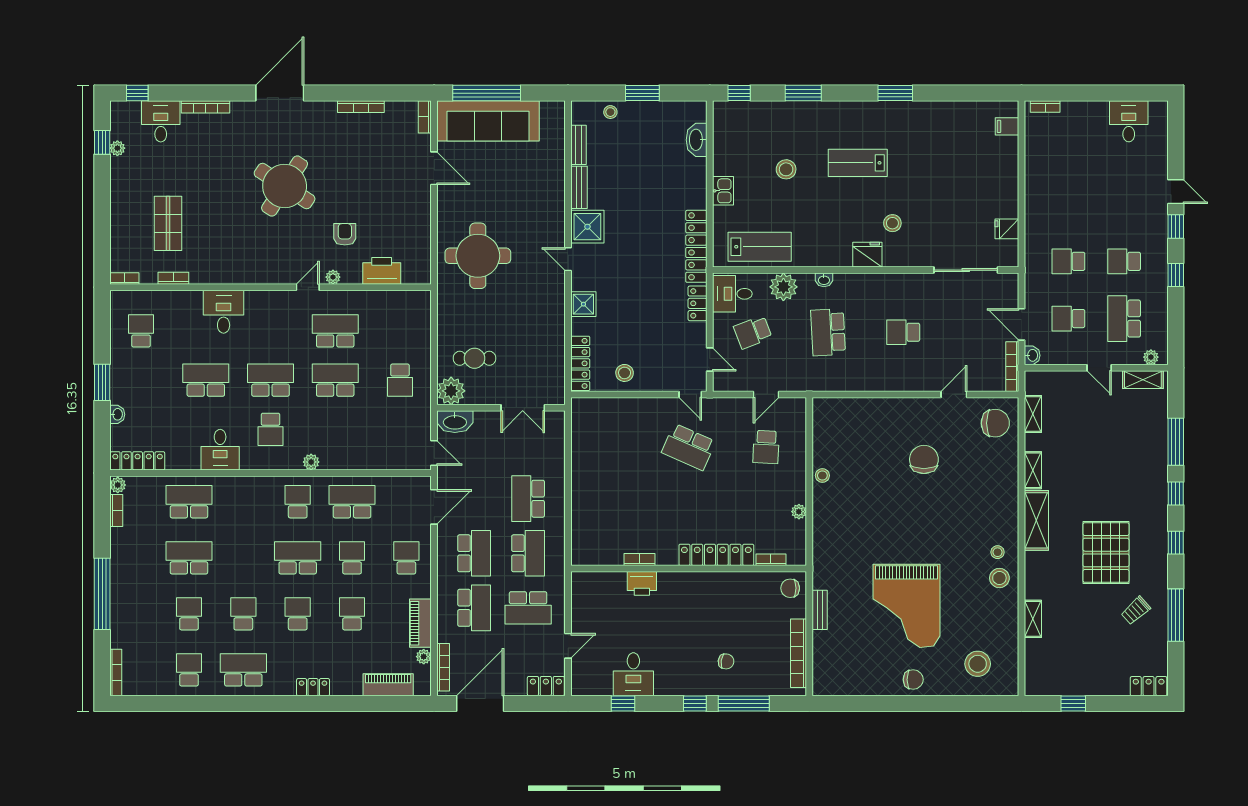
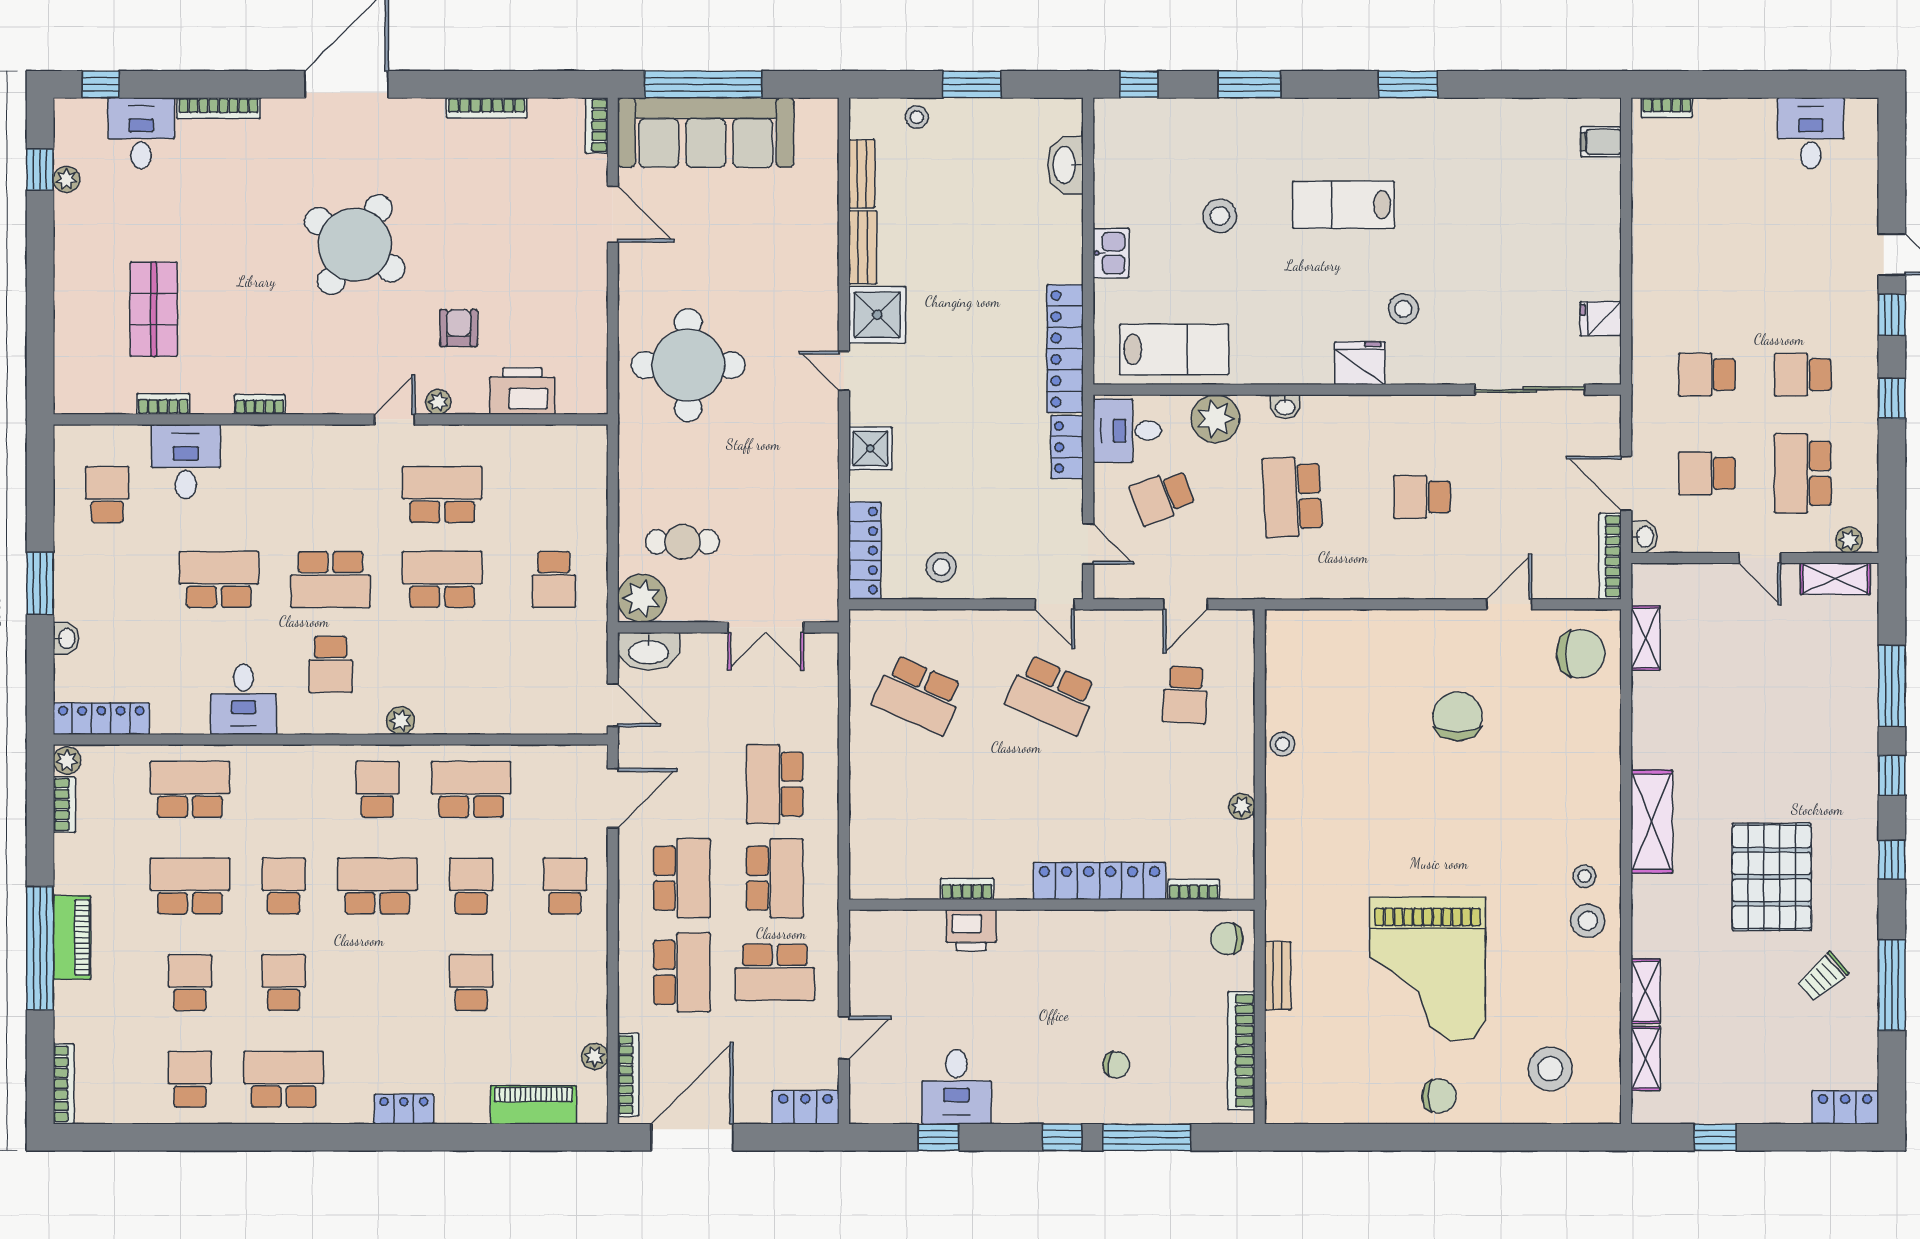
bookcase: (124, 279) -> (260, 404), moved
desk: (224, 312) -> (186, 462), moved
school desk: (270, 380) -> (331, 579), turned 180
school desk: (611, 447) -> (918, 695), added
shelving: (1033, 470) -> (1646, 1058), moved
school desk: (298, 614) -> (284, 886), moved
piano: (420, 623) -> (72, 937), moved, turned 180

